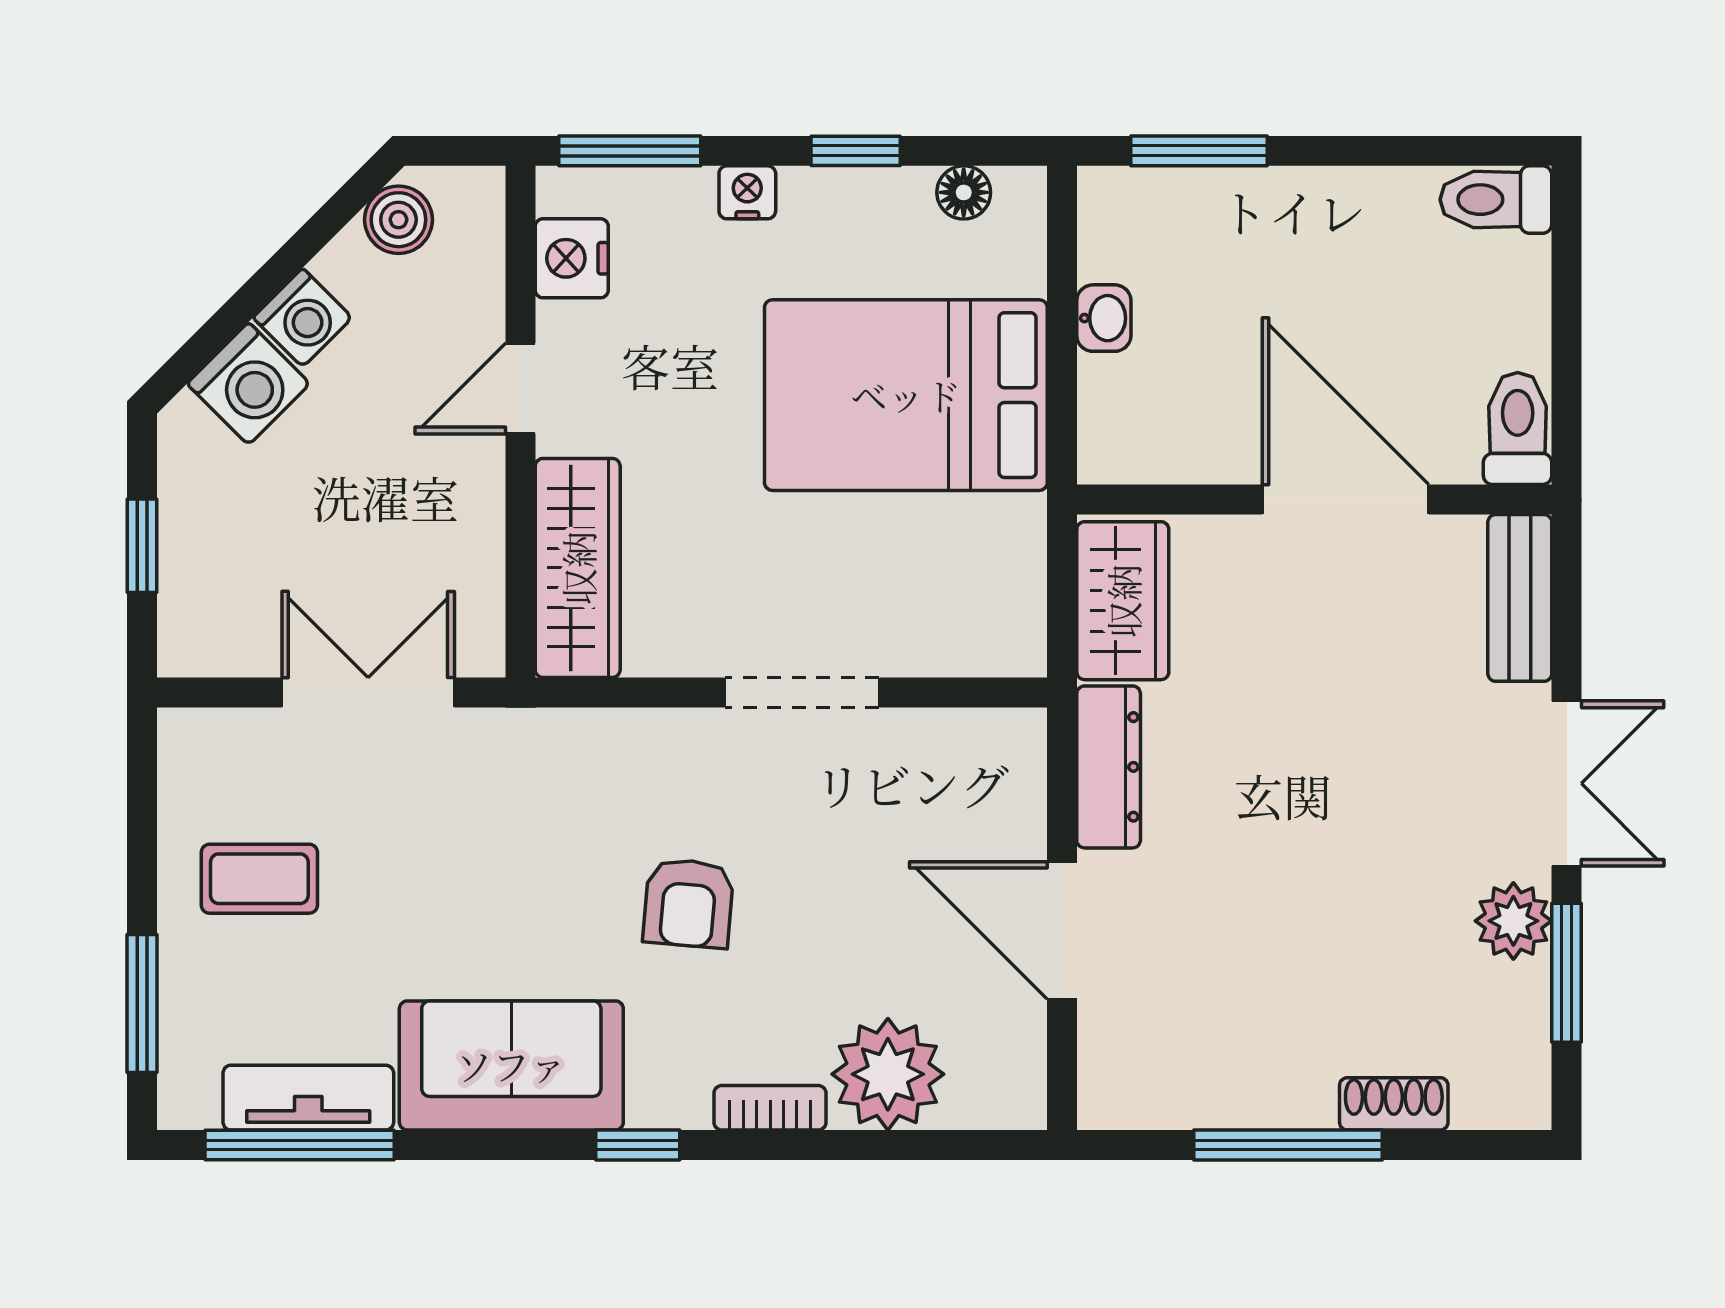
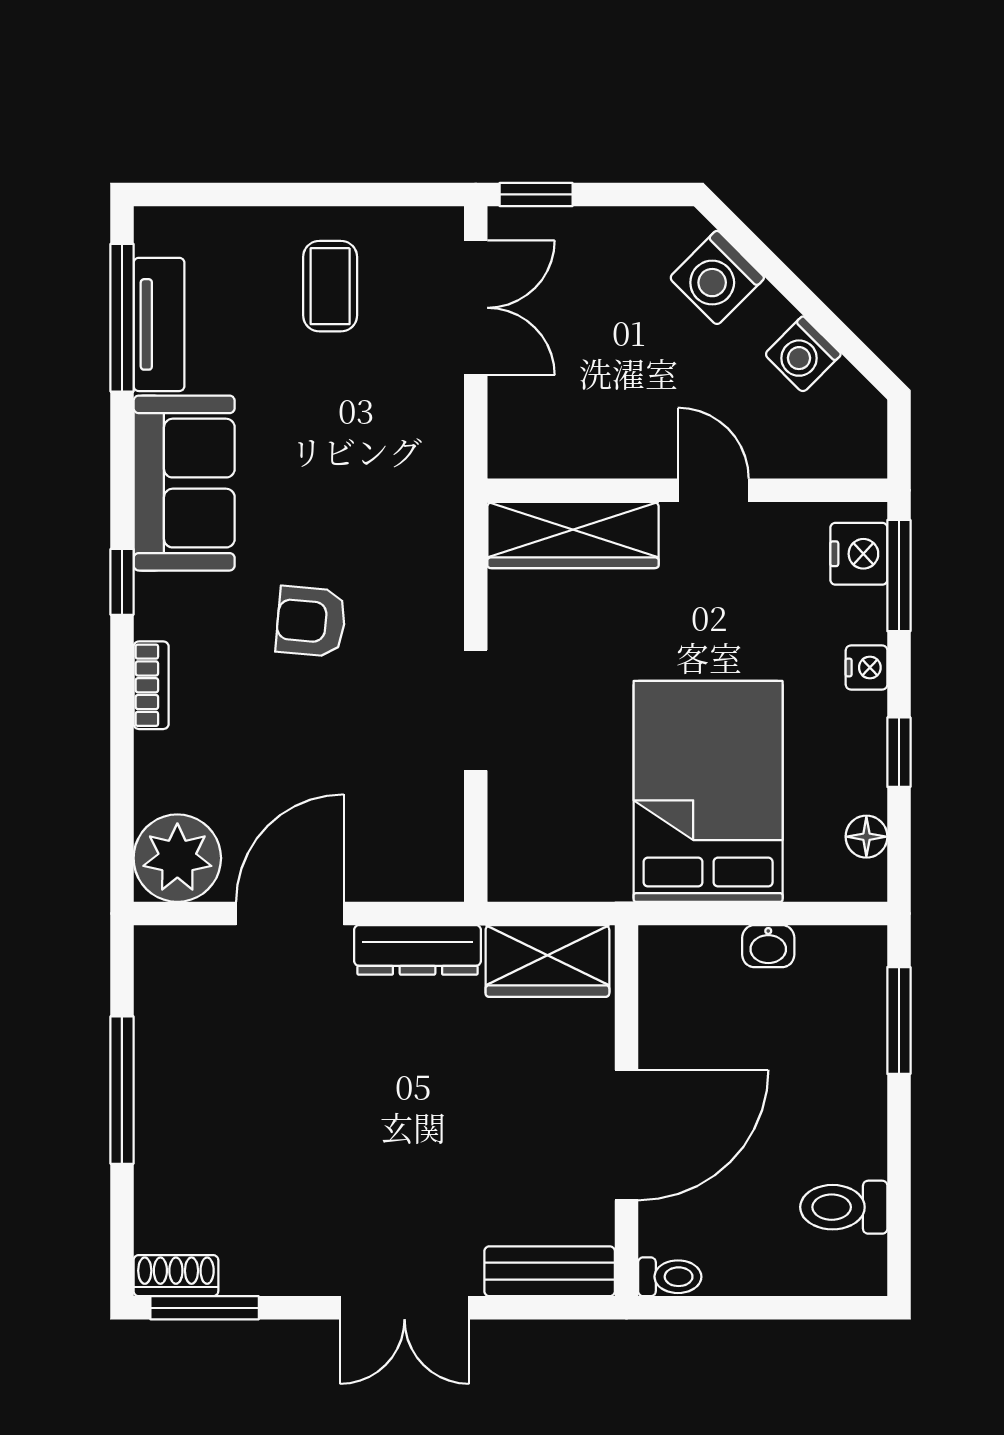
toilet: (1496, 200) -> (844, 1207), moved, turned -90
boiler: (398, 220) -> (845, 395), removed
nightstand: (572, 258) -> (859, 554), moved, turned 90
washing machine: (303, 318) -> (803, 354), moved
toilet: (1518, 429) -> (670, 1277), width x0.73, depth x0.72
window: (142, 546) -> (536, 194), moved
double door: (368, 692) -> (476, 308), moved
plant: (1513, 921) -> (297, 1266), removed
window: (1567, 973) -> (205, 1308), moved
window: (142, 1004) -> (233, 194), removed
plant: (888, 1074) -> (177, 858), moved
shoe rack: (1394, 1104) -> (176, 1276), moved, turned -90

